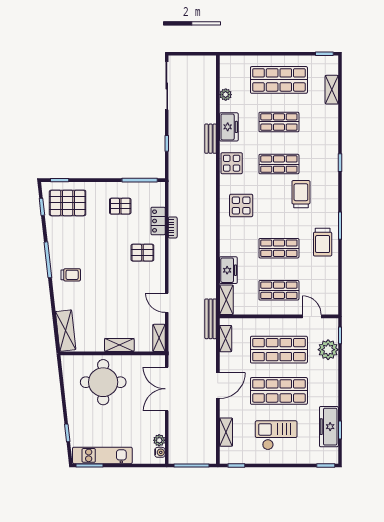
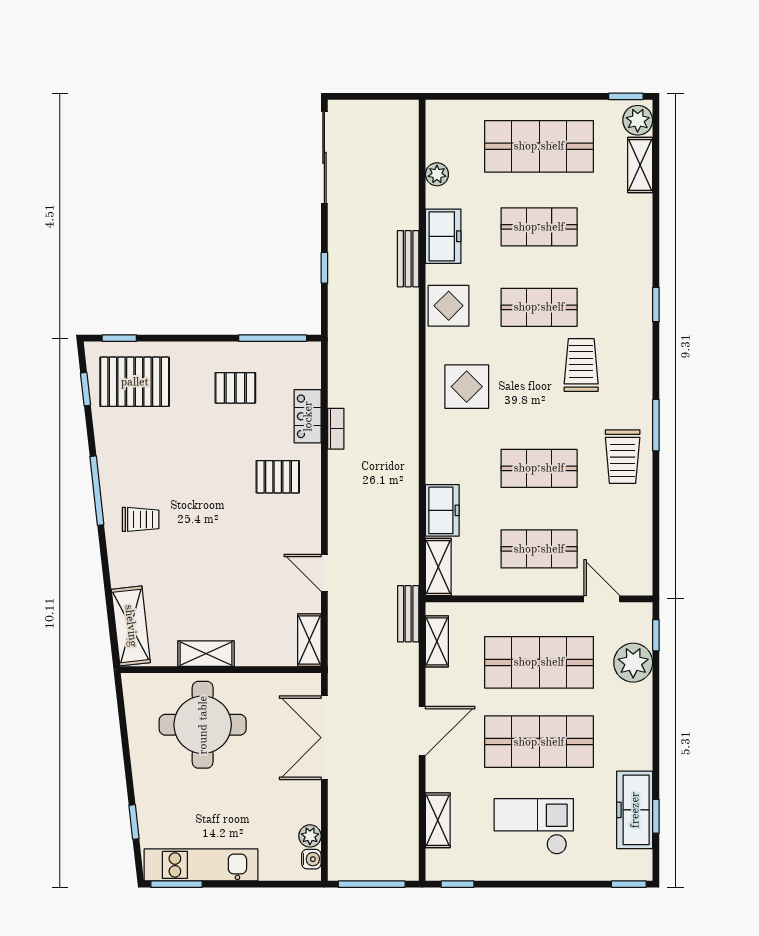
plant: (330, 66) -> (638, 120), added
bench: (211, 319) -> (408, 614), width x0.73
shelving: (119, 345) -> (206, 654), moved

